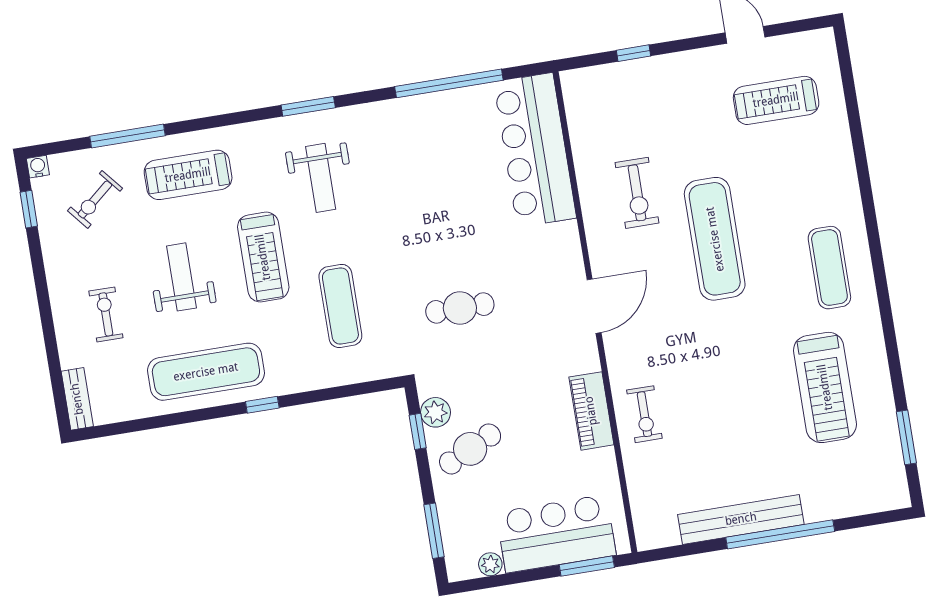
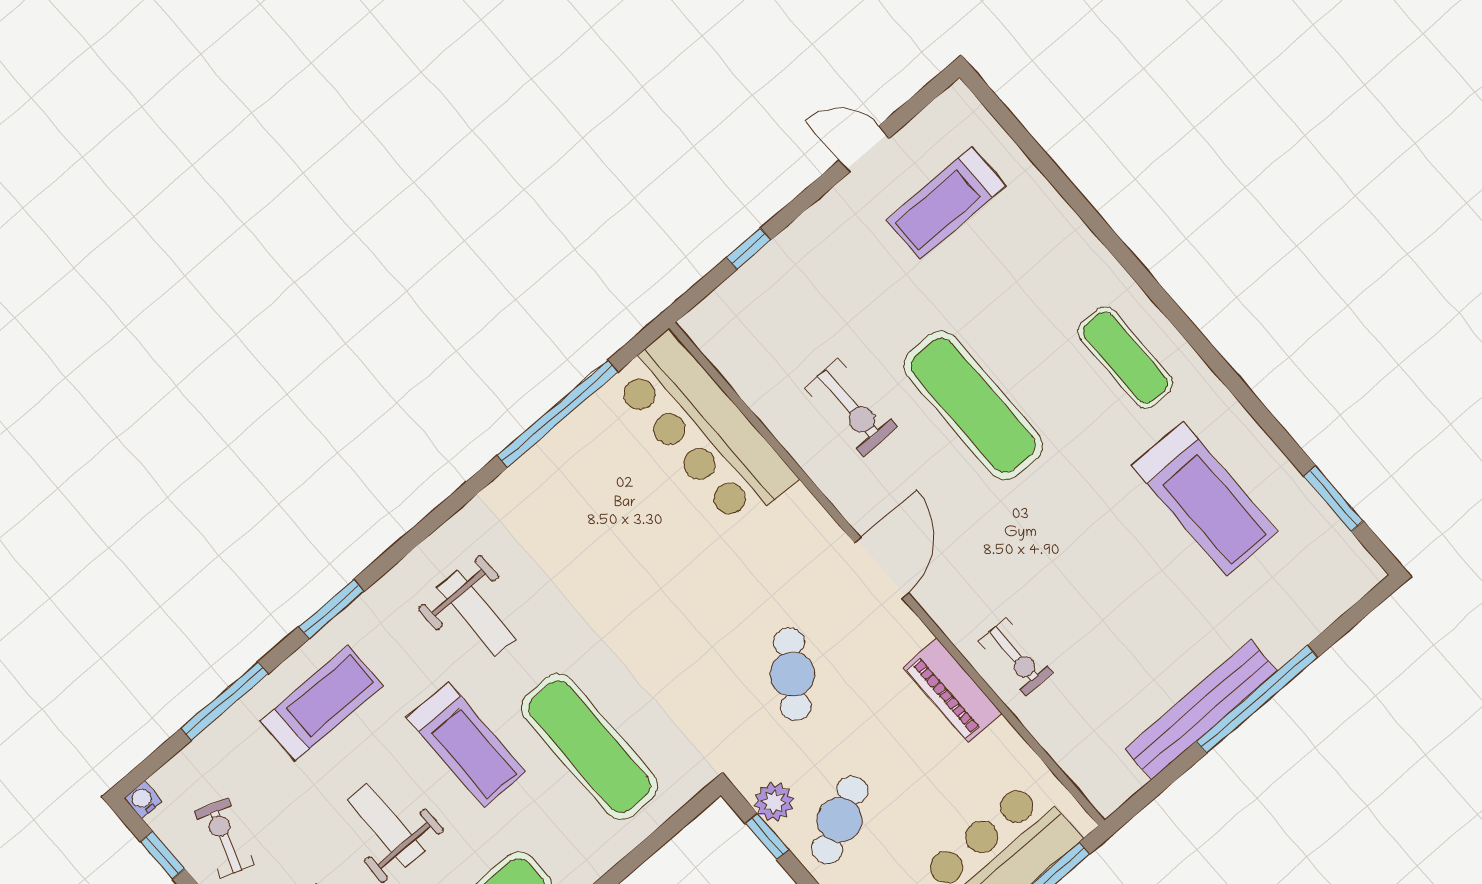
window: (308, 106) -> (331, 609), moved
treadmill: (188, 175) -> (322, 703), turned 180
exercise bike: (95, 199) -> (224, 838), moved, turned 149
exercise mat: (340, 306) -> (590, 747), width x1.36, depth x1.45
cafe table: (460, 308) -> (792, 674), moved, turned -55

